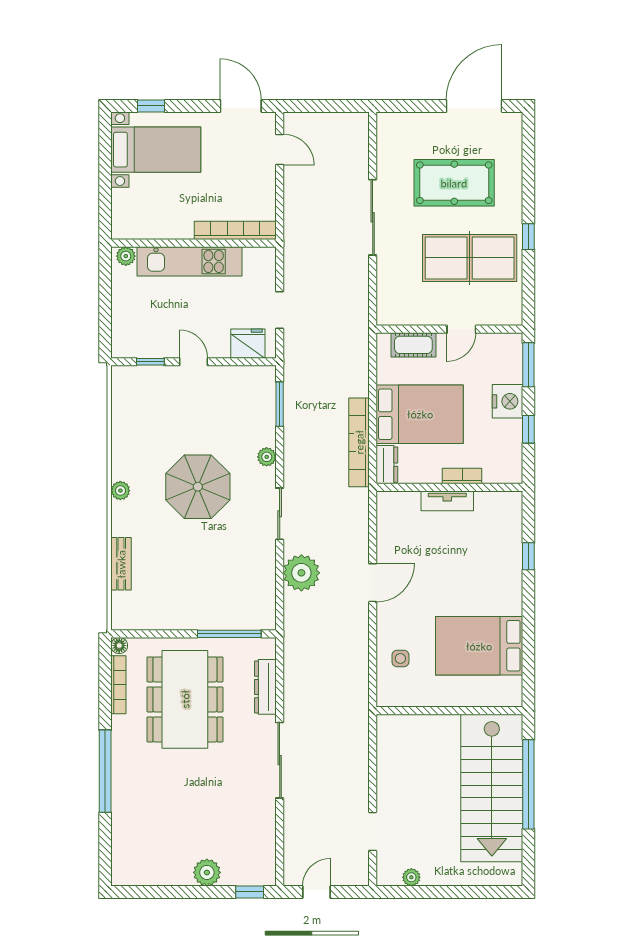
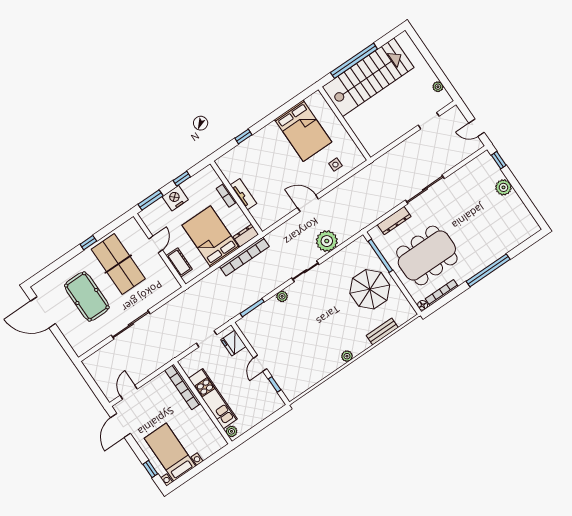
door: (461, 329) -> (156, 244), hinge flipped
parasol: (198, 487) -> (370, 289), moved

